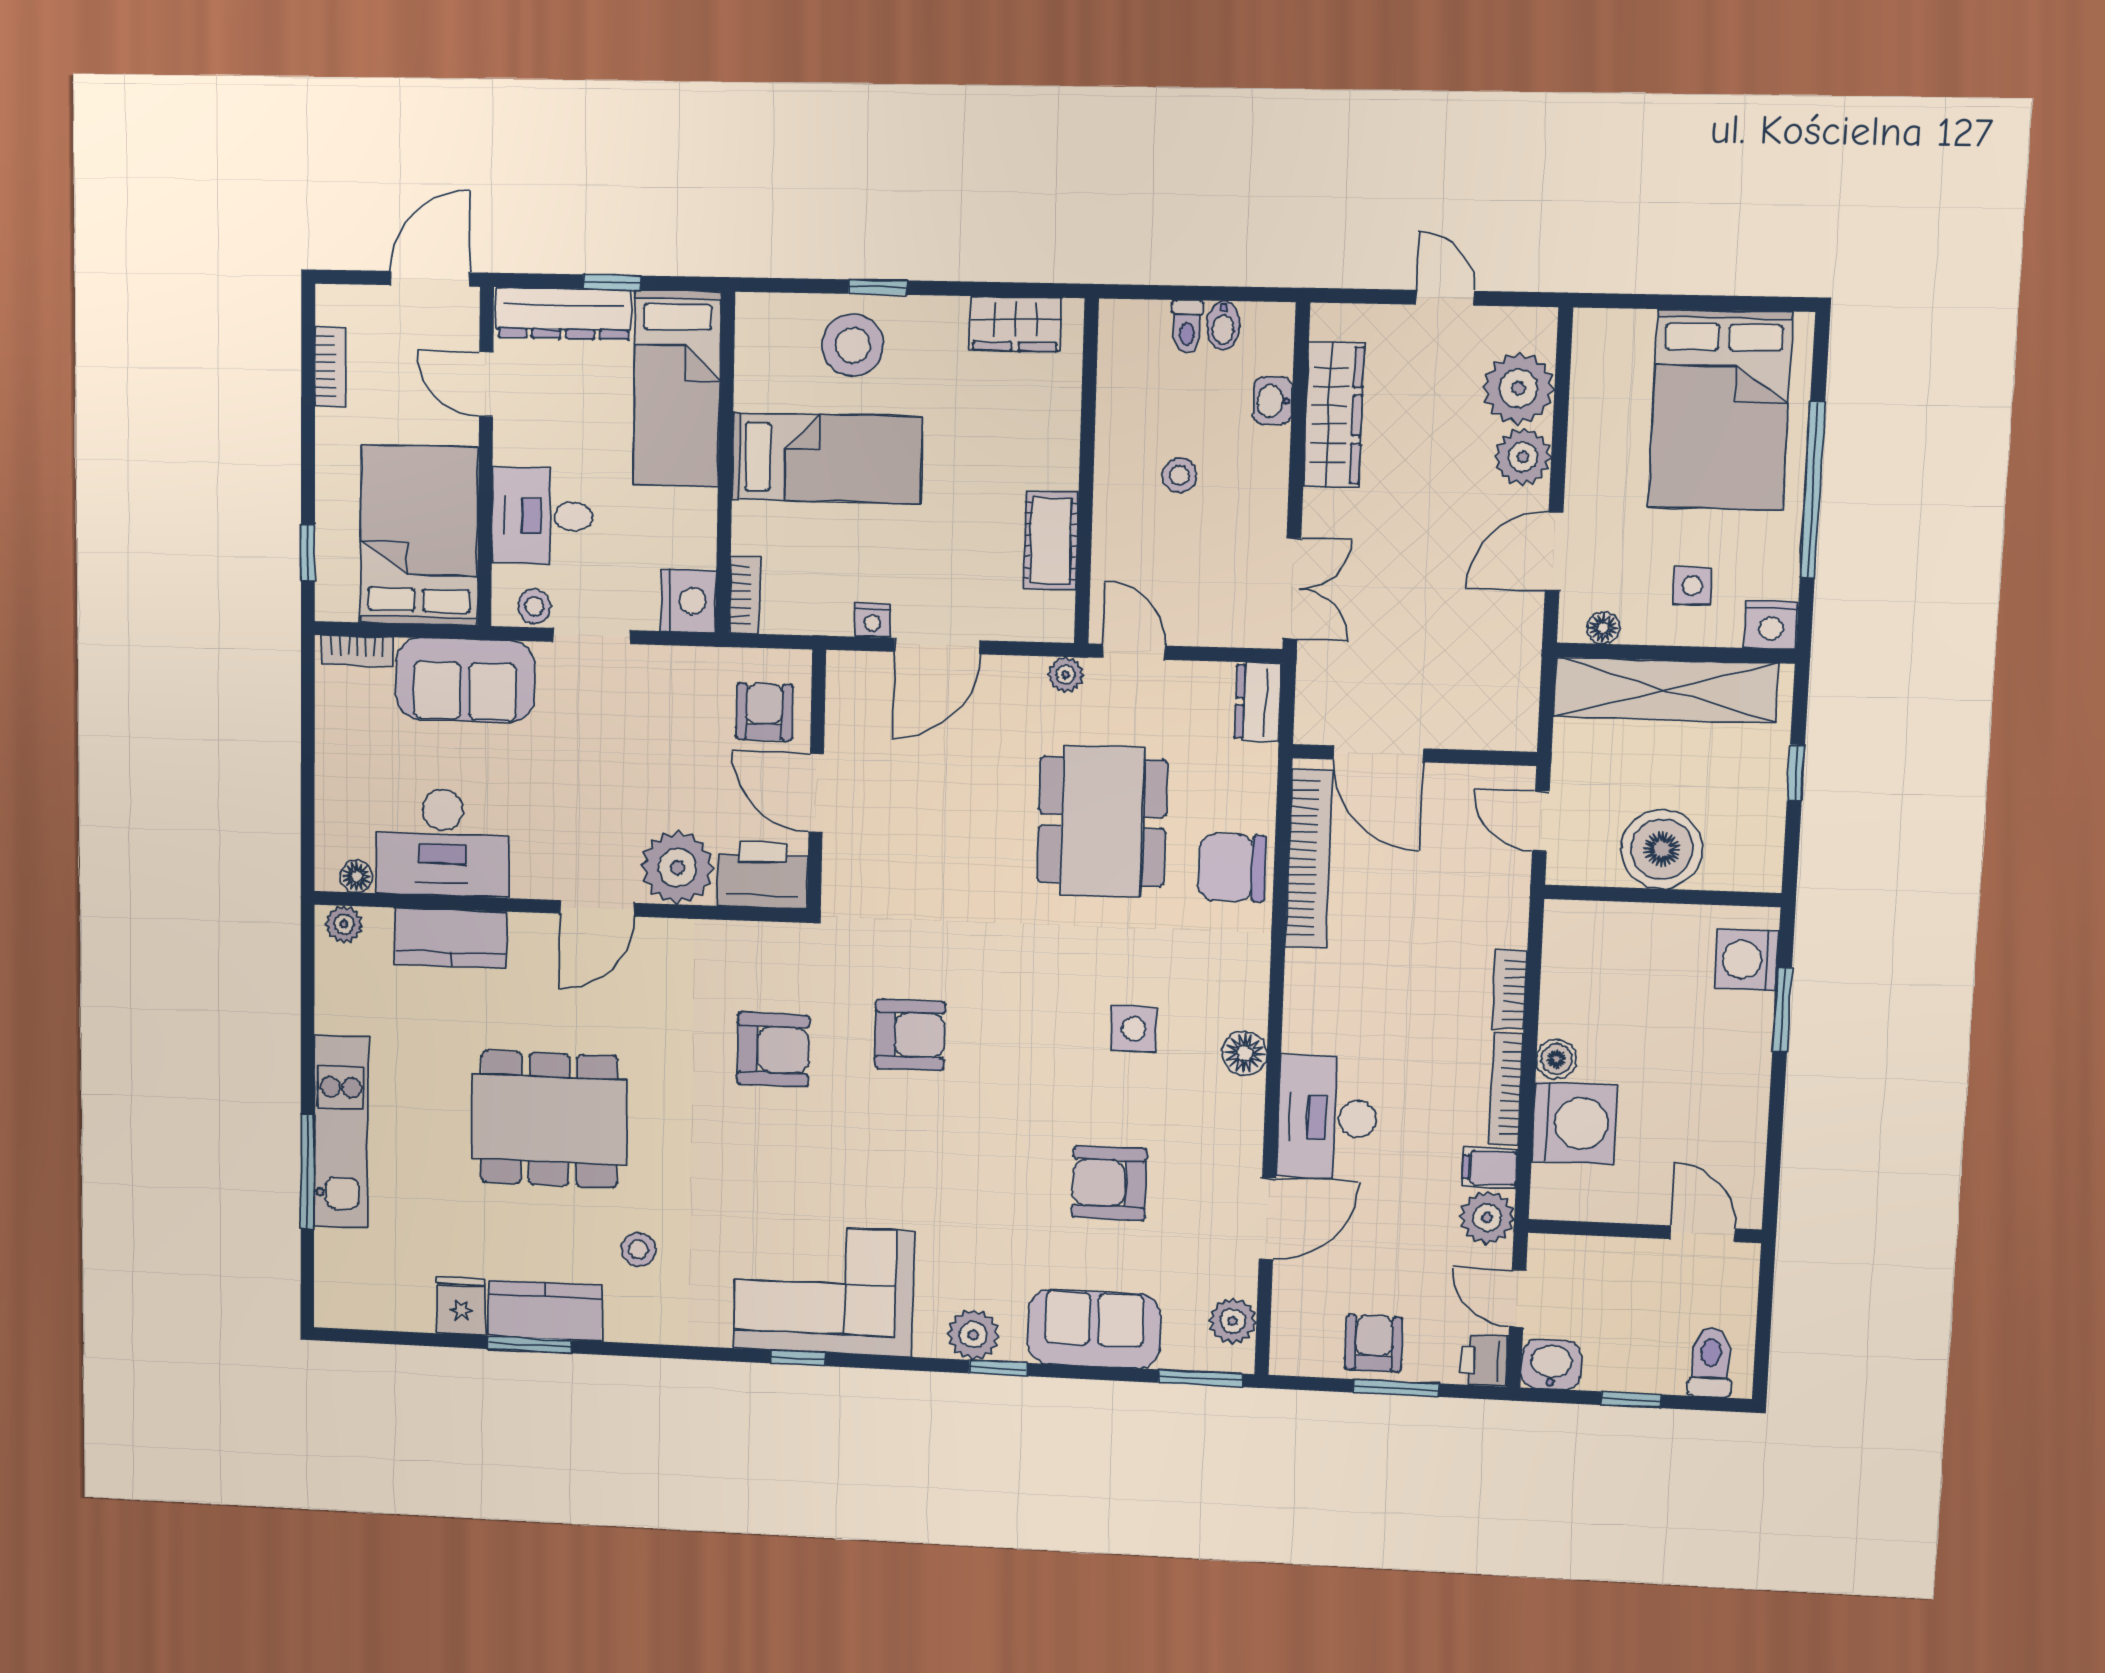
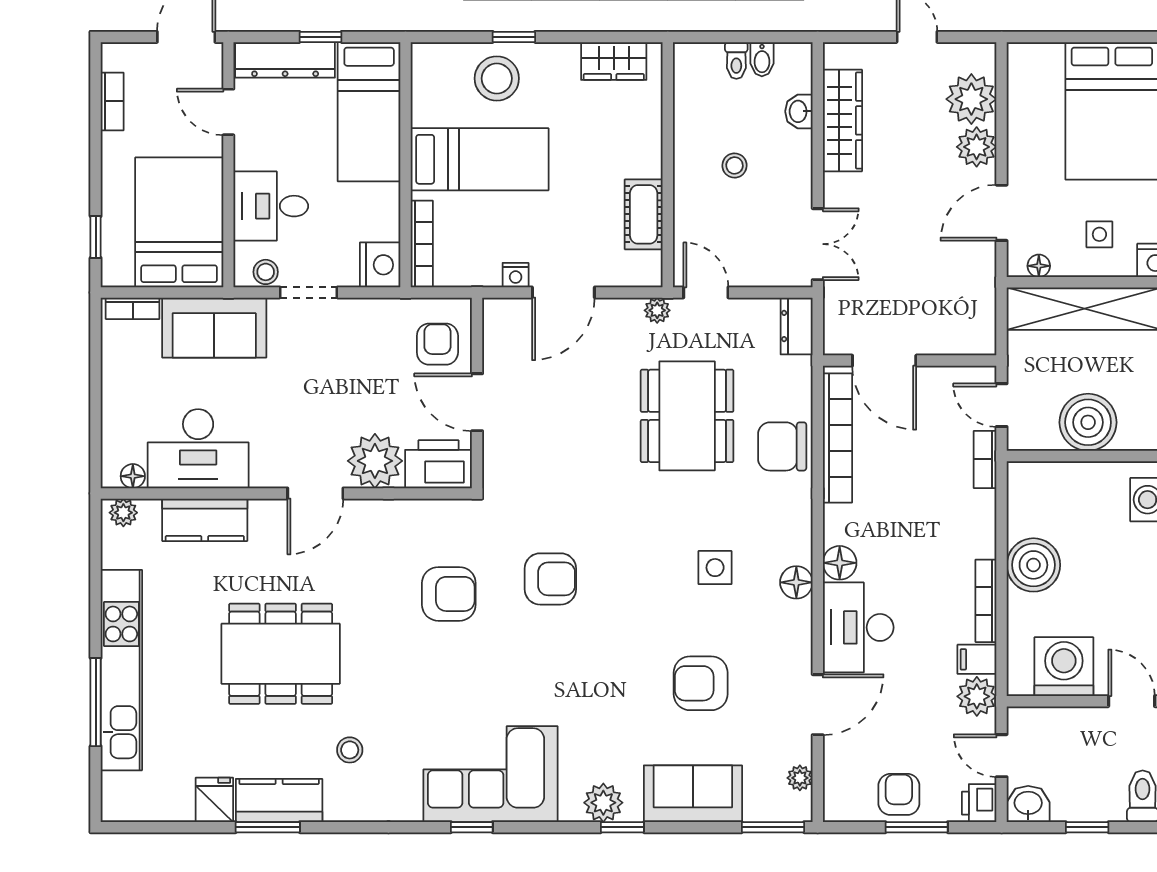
bookcase: (745, 595) -> (422, 244), width x1.56
bookcase: (1509, 990) -> (985, 459), moved
floor lamp: (1305, 1029) -> (840, 563), added
boiler: (1557, 1059) -> (1033, 565), width x1.86, depth x1.86
washing machine: (1574, 1123) -> (1064, 667), moved, turned -90
kitchen unit: (341, 1132) -> (121, 670), width x1.36
plant: (1233, 1321) -> (800, 778), width x0.73, depth x0.73

